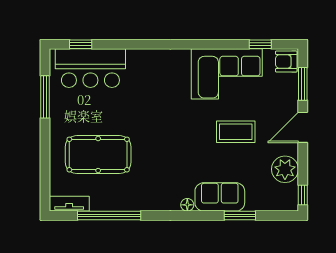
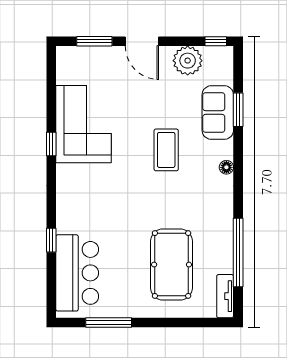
window: (81, 44) -> (51, 240), moved
window: (260, 44) -> (51, 144), moved
armchair: (286, 62) -> (70, 59), removed
coffee table: (236, 132) -> (166, 150), moved
sofa: (220, 197) -> (218, 113), moved

